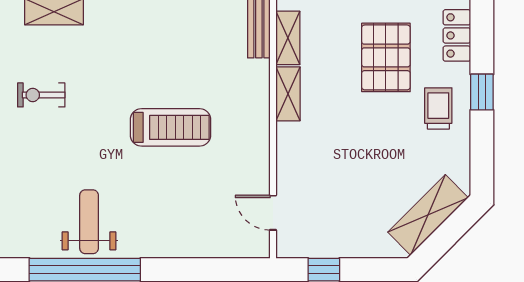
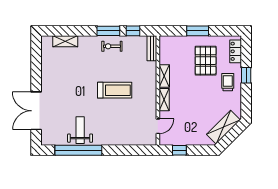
shelving: (288, 38) -> (164, 100), moved
exercise bike: (41, 95) -> (112, 46), moved
door: (273, 213) -> (158, 126), swing flipped

